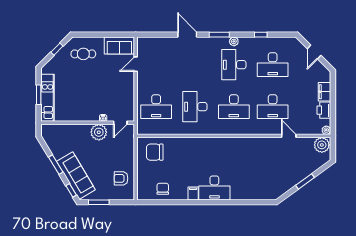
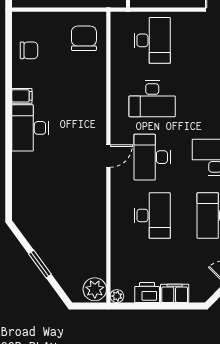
desk: (156, 107) -> (152, 40), turned 180
desk: (195, 107) -> (152, 99), turned 180
desk: (273, 107) -> (152, 215), turned 180
door: (289, 136) -> (108, 156), moved

